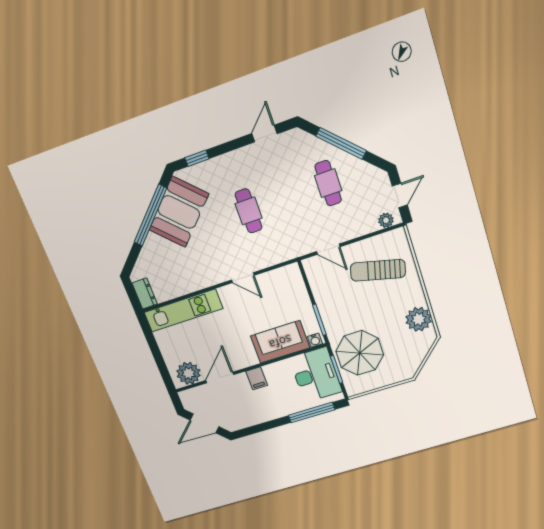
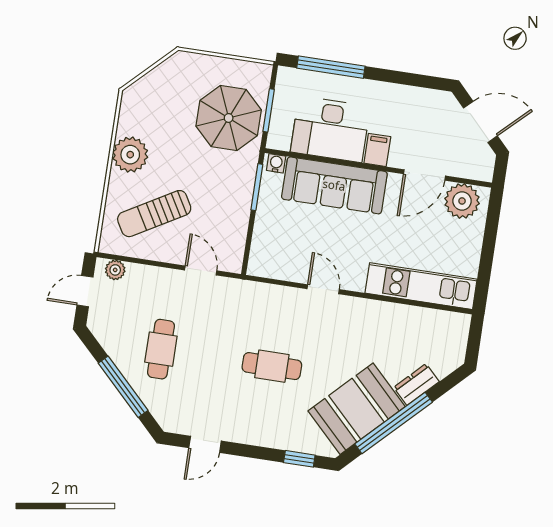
cafe table: (249, 211) -> (272, 366), turned 90
sun lounger: (378, 270) -> (154, 214), turned 136
dresser: (145, 294) -> (416, 384), moved, turned 45
plant: (419, 319) -> (130, 155), moved
sofa: (280, 342) -> (334, 185), width x1.36
desk: (316, 375) -> (330, 129), moved, turned -90

